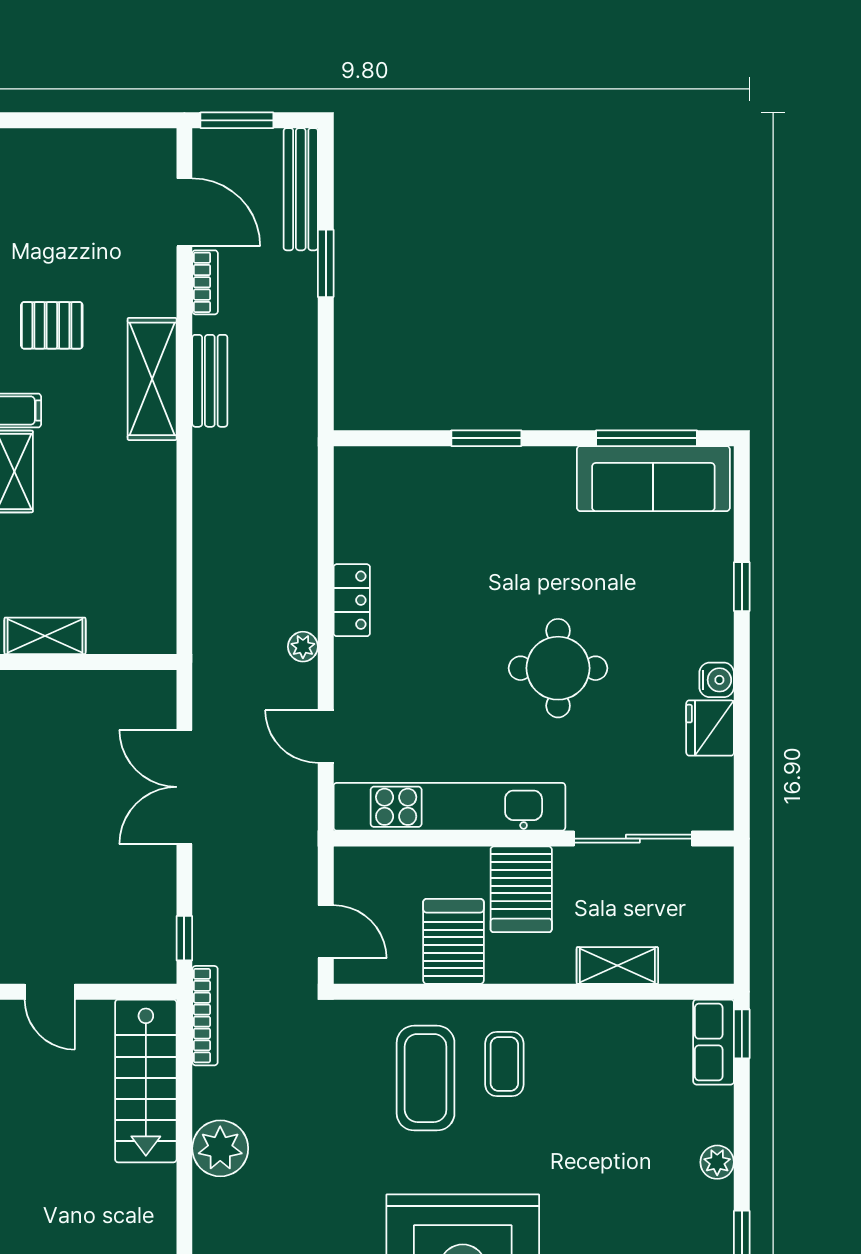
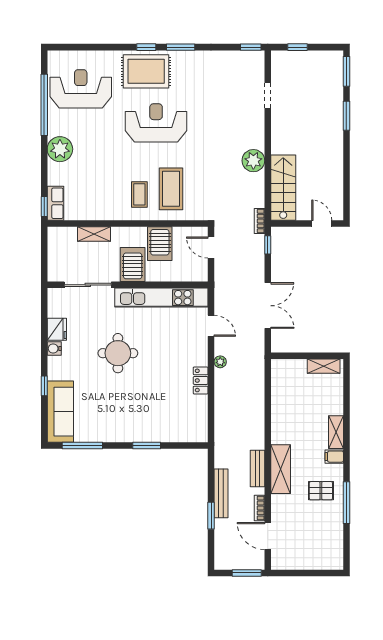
bench: (301, 189) -> (221, 493), moved
sofa: (653, 479) -> (60, 412), moved, turned 90
bookcase: (205, 1016) -> (259, 221), width x0.64
plant: (717, 1162) -> (60, 149), width x1.88, depth x1.88

